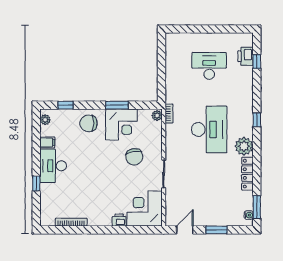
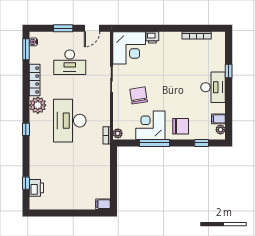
filing cabinet: (173, 38) -> (103, 204), added
desk: (209, 66) -> (70, 62), moved
window: (117, 105) -> (155, 143), width x1.44
filing cabinet: (47, 142) -> (218, 119), moved

